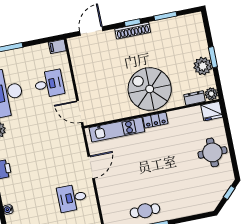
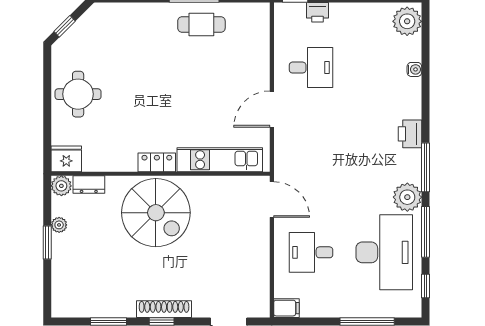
plant: (203, 66) -> (59, 225), width x0.53, depth x0.53

